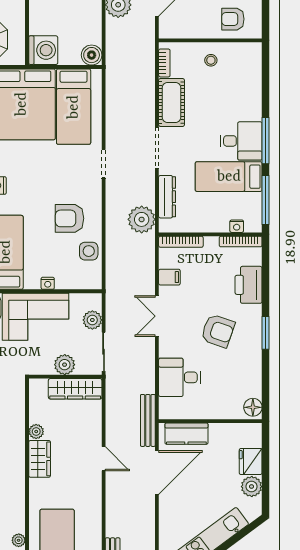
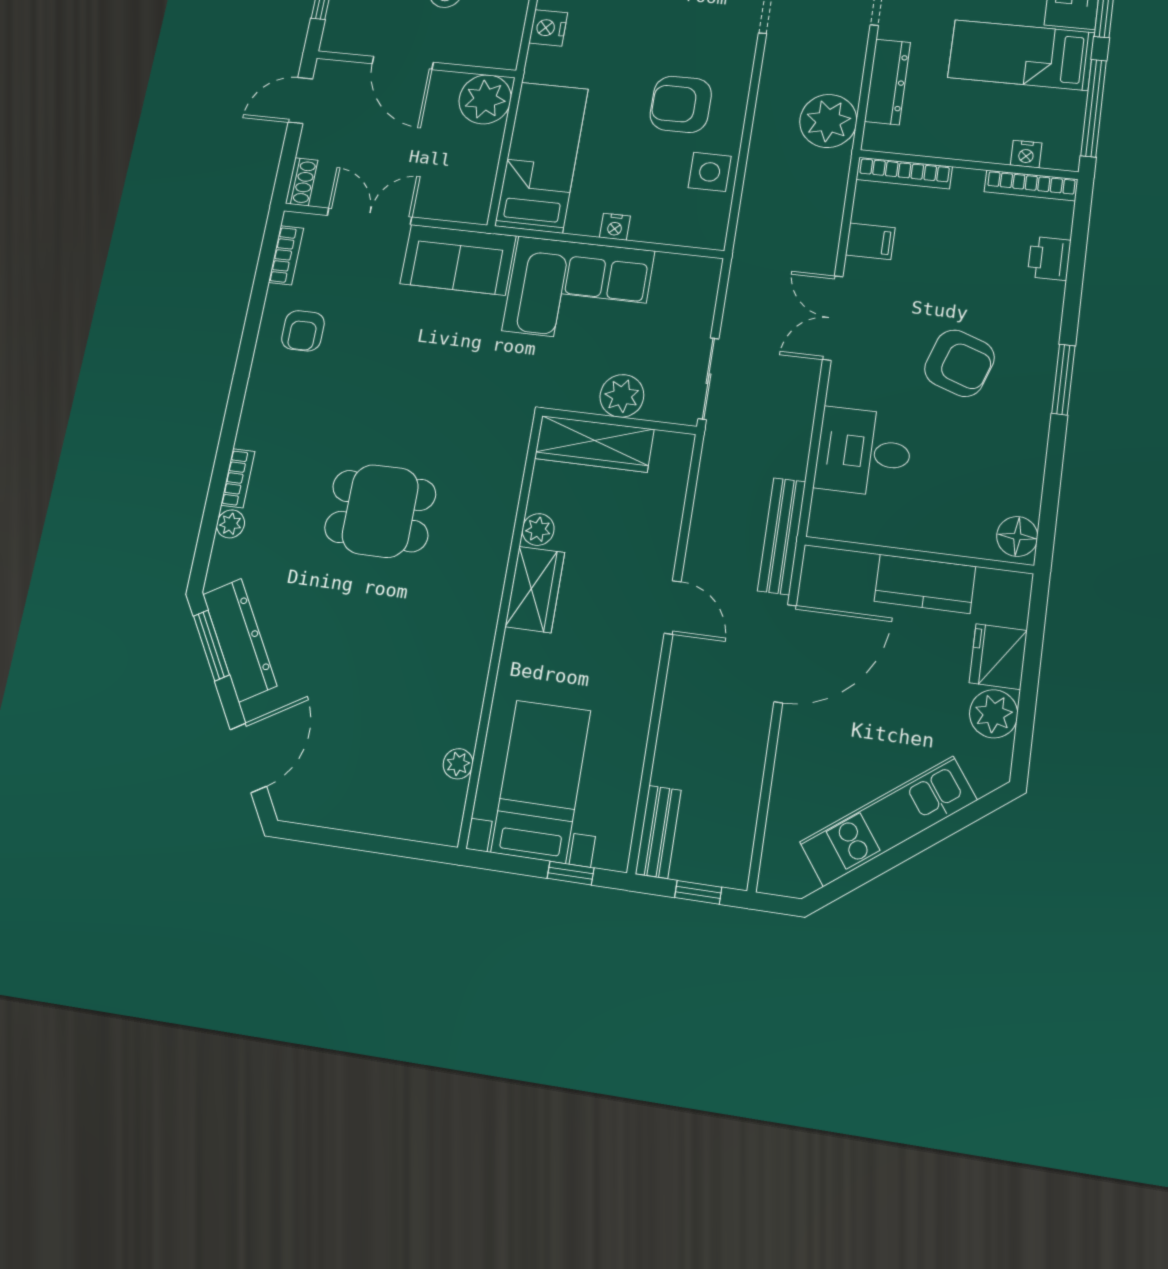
printer: (249, 285) -> (1049, 258), width x0.53, depth x0.68
plant: (92, 320) -> (695, 311), removed
wardrobe: (75, 389) -> (594, 444), moved
kitchen counter: (186, 434) -> (925, 584), moved

